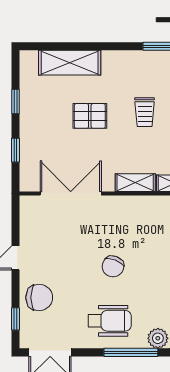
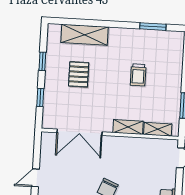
pallet: (90, 116) -> (79, 74), moved, turned 90
double door: (71, 193) -> (80, 132), swing flipped

